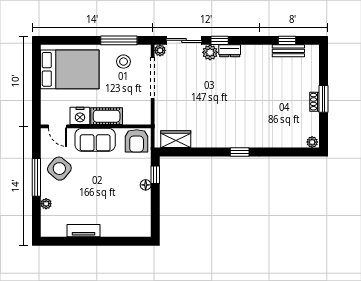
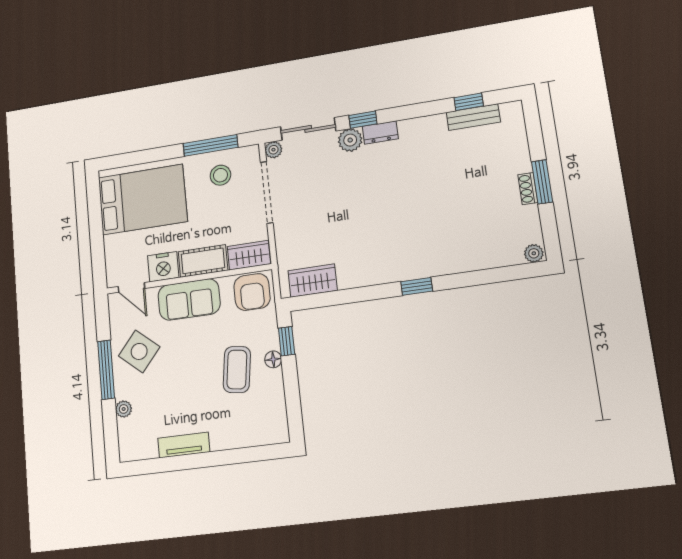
wardrobe: (137, 117) -> (249, 255), added
coffee table: (122, 188) -> (237, 370), added

